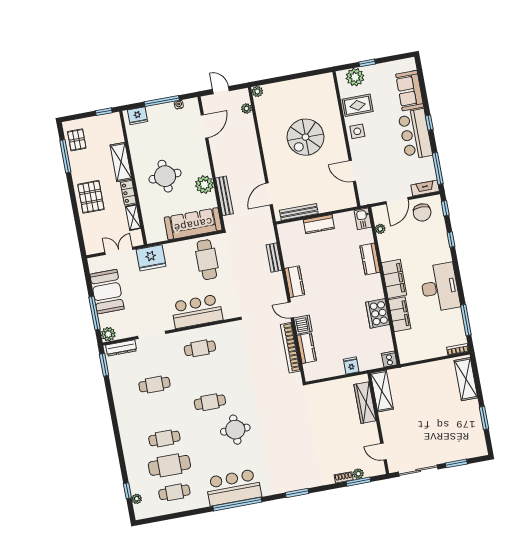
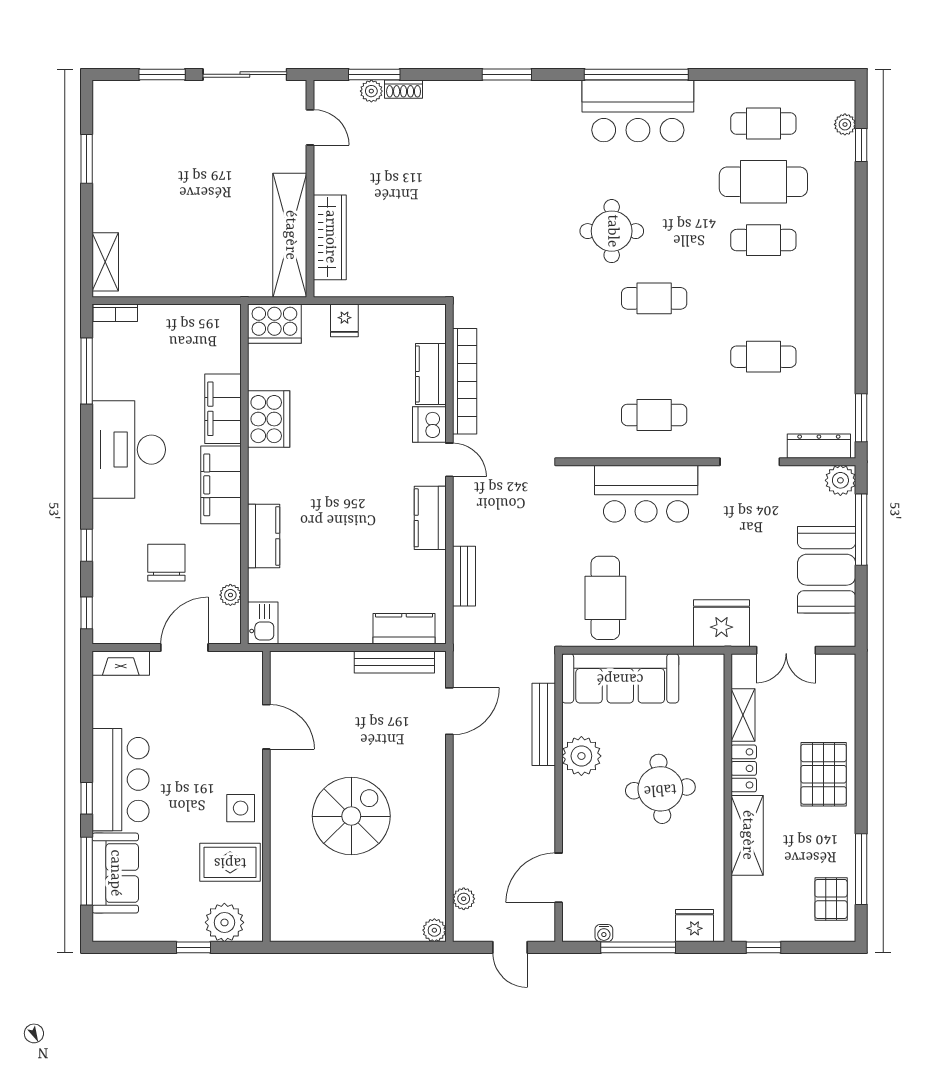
window: (438, 168) -> (87, 871), moved
chair: (422, 213) -> (166, 563), moved
kitchen counter: (319, 224) -> (404, 629), moved
cooker: (389, 359) -> (274, 324), width x1.87, depth x1.31
shelving: (466, 379) -> (105, 262), width x0.67, depth x0.75
shelving: (382, 391) -> (290, 235), width x1.47

